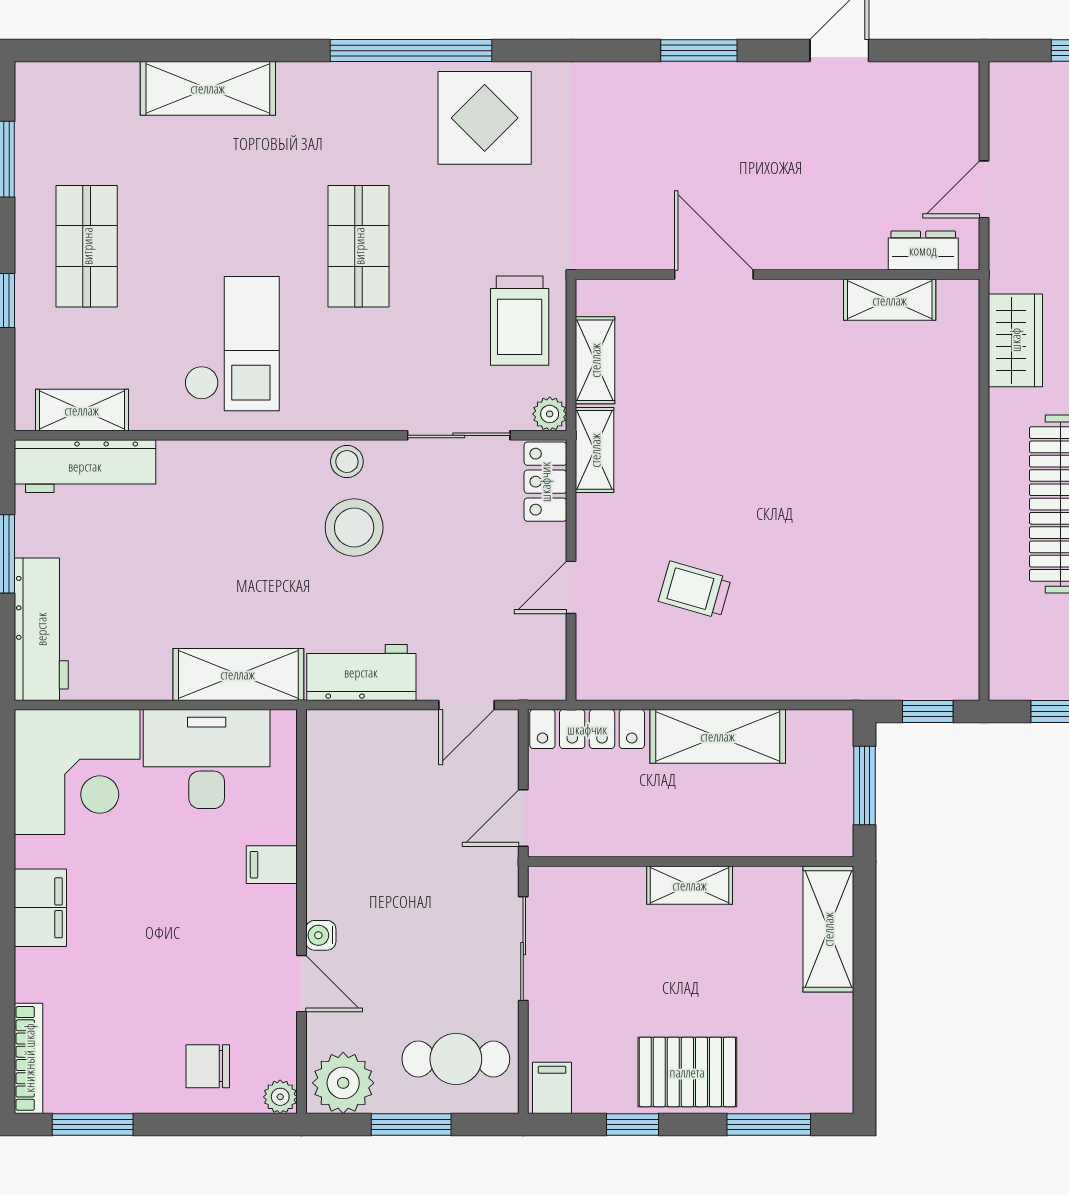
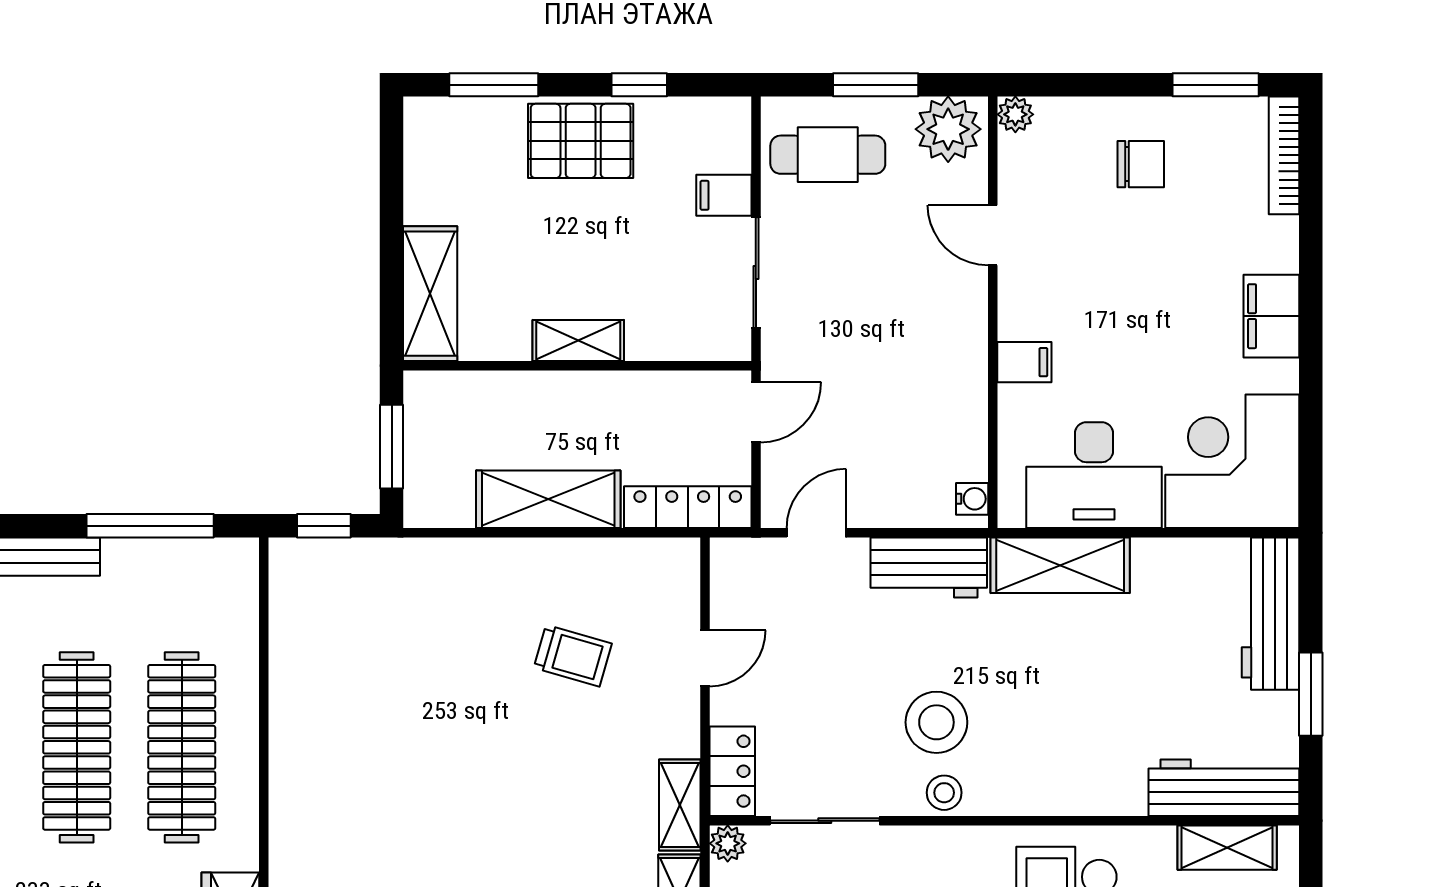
water cooler: (321, 935) -> (972, 499), moved
chair: (208, 1066) -> (1141, 164), moved
filing cabinet: (552, 1088) -> (724, 195), moved, turned 90

